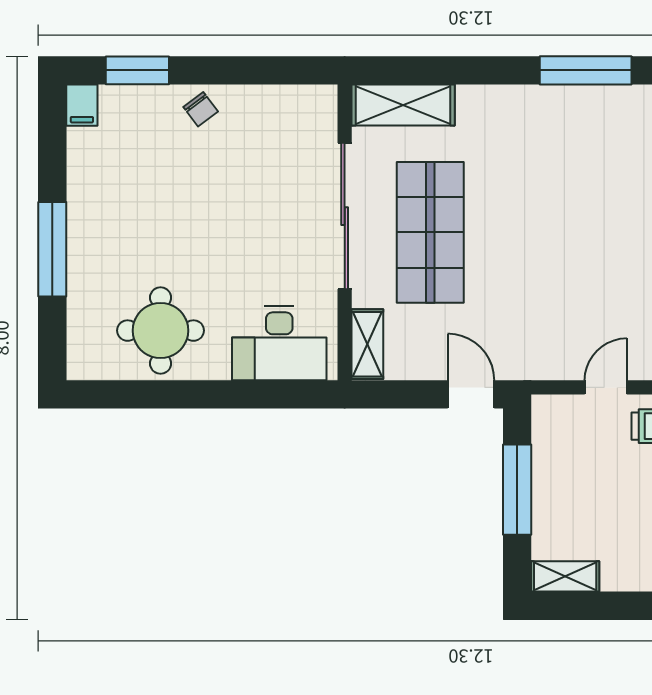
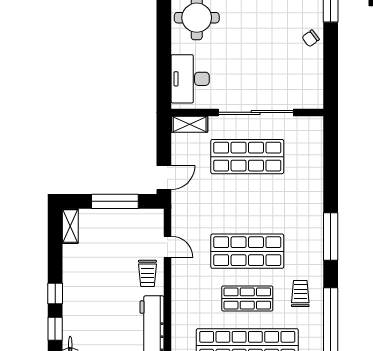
shelving: (403, 105) -> (313, 143), removed
shop shelf: (614, 232) -> (247, 251), added

